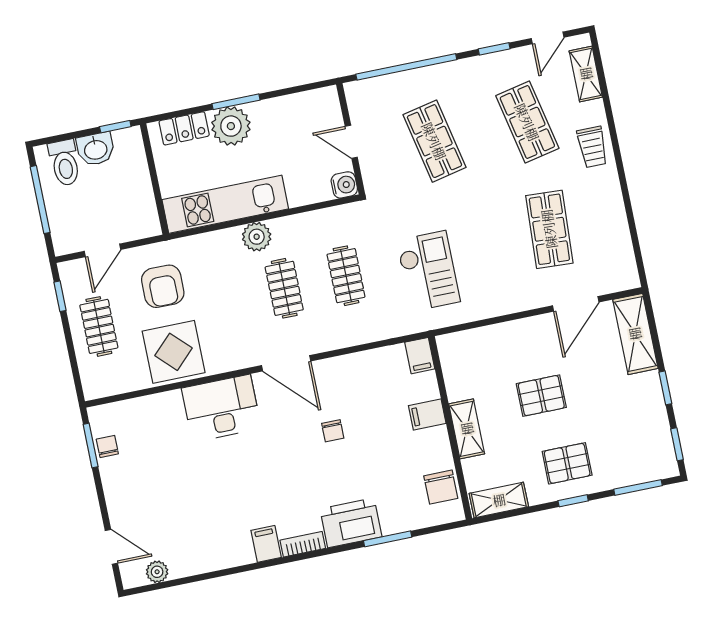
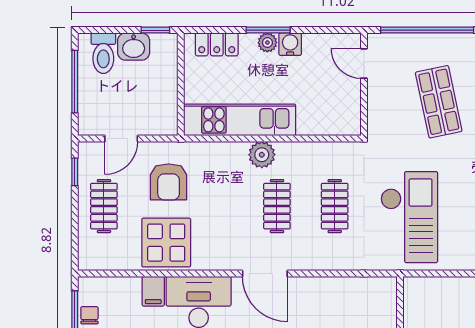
plant: (231, 126) -> (267, 43), width x0.53, depth x0.53
door: (351, 142) -> (364, 63), moved
water cooler: (344, 185) -> (290, 44), moved, turned -90
checkout: (428, 271) -> (409, 217), width x1.36, depth x1.21
filing cabinet: (420, 356) -> (153, 291), moved

